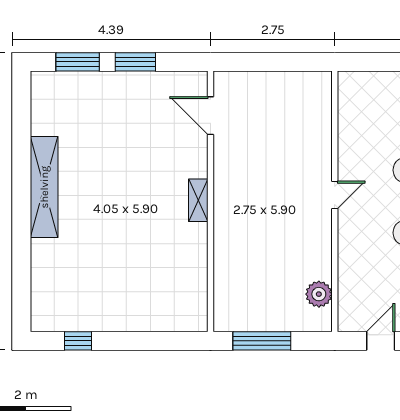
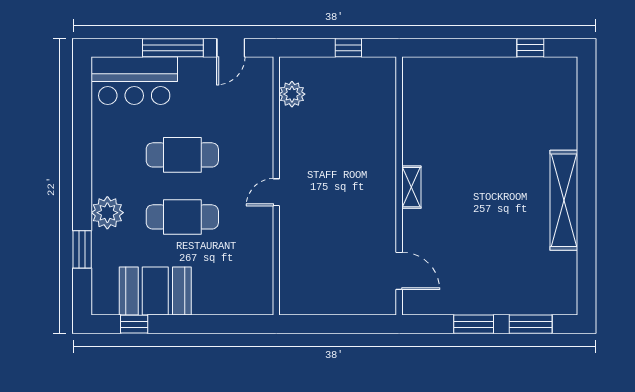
window: (262, 341) -> (348, 48), width x0.46

